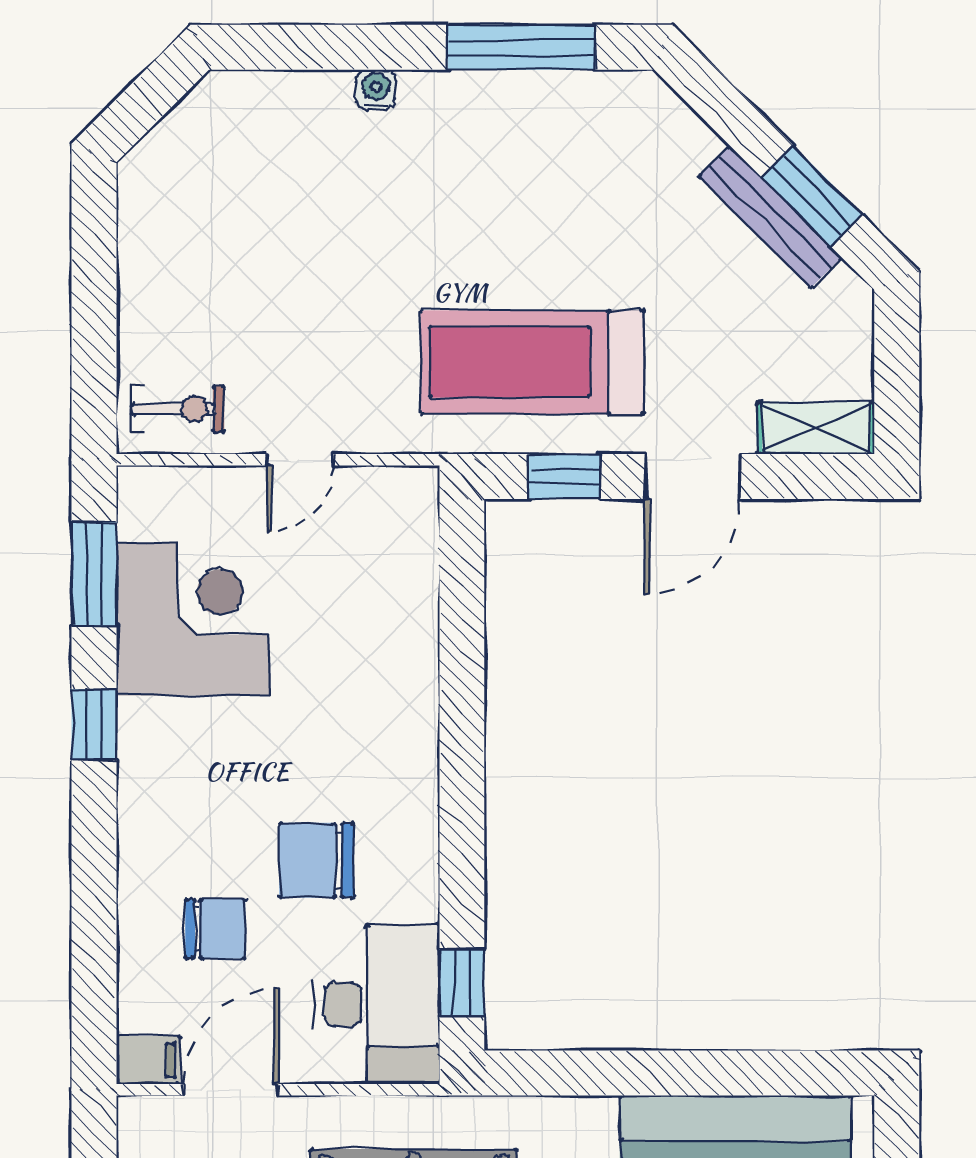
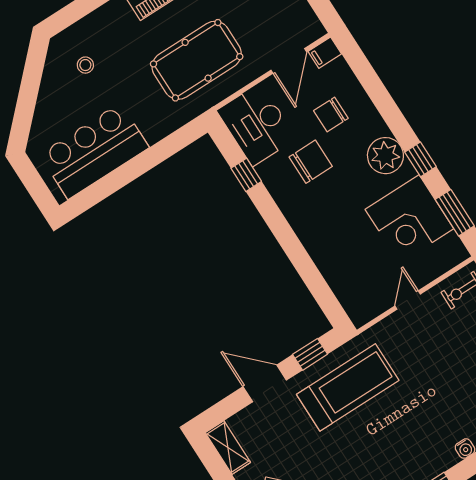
shelving: (816, 428) -> (228, 447), moved, turned 90
door: (692, 477) -> (265, 383), hinge flipped
plant: (159, 777) -> (385, 156), added
window: (462, 982) -> (246, 175), moved

